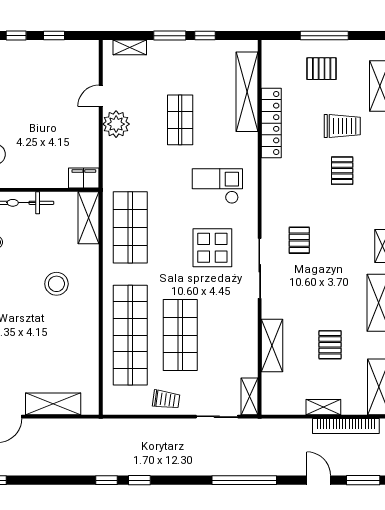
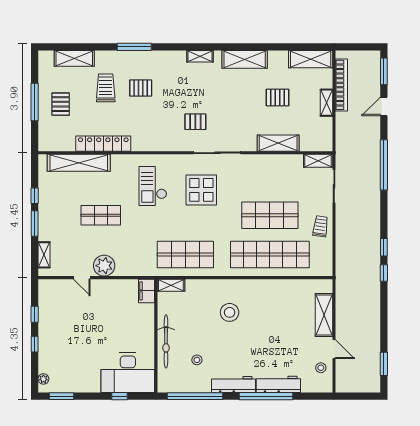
shelving: (89, 218) -> (171, 285), width x0.67, depth x0.75

